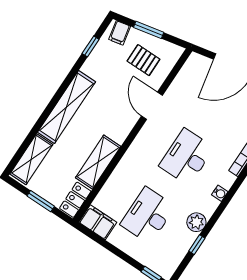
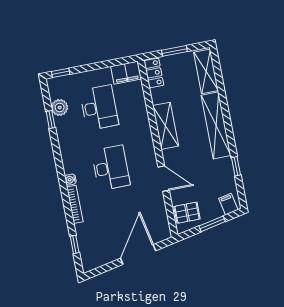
window: (91, 46) -> (236, 166), moved
pallet: (143, 60) -> (187, 213), moved
shelving: (98, 162) -> (166, 126), moved
water cooler: (220, 193) -> (70, 180), moved
plant: (196, 222) -> (60, 108), moved

